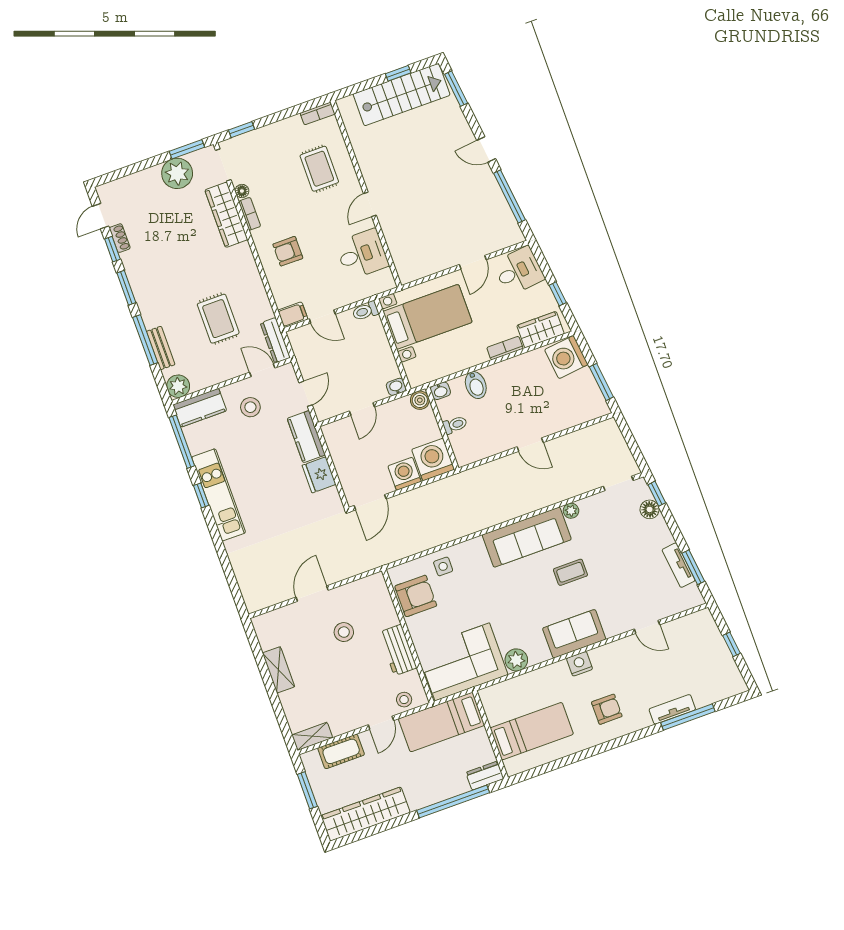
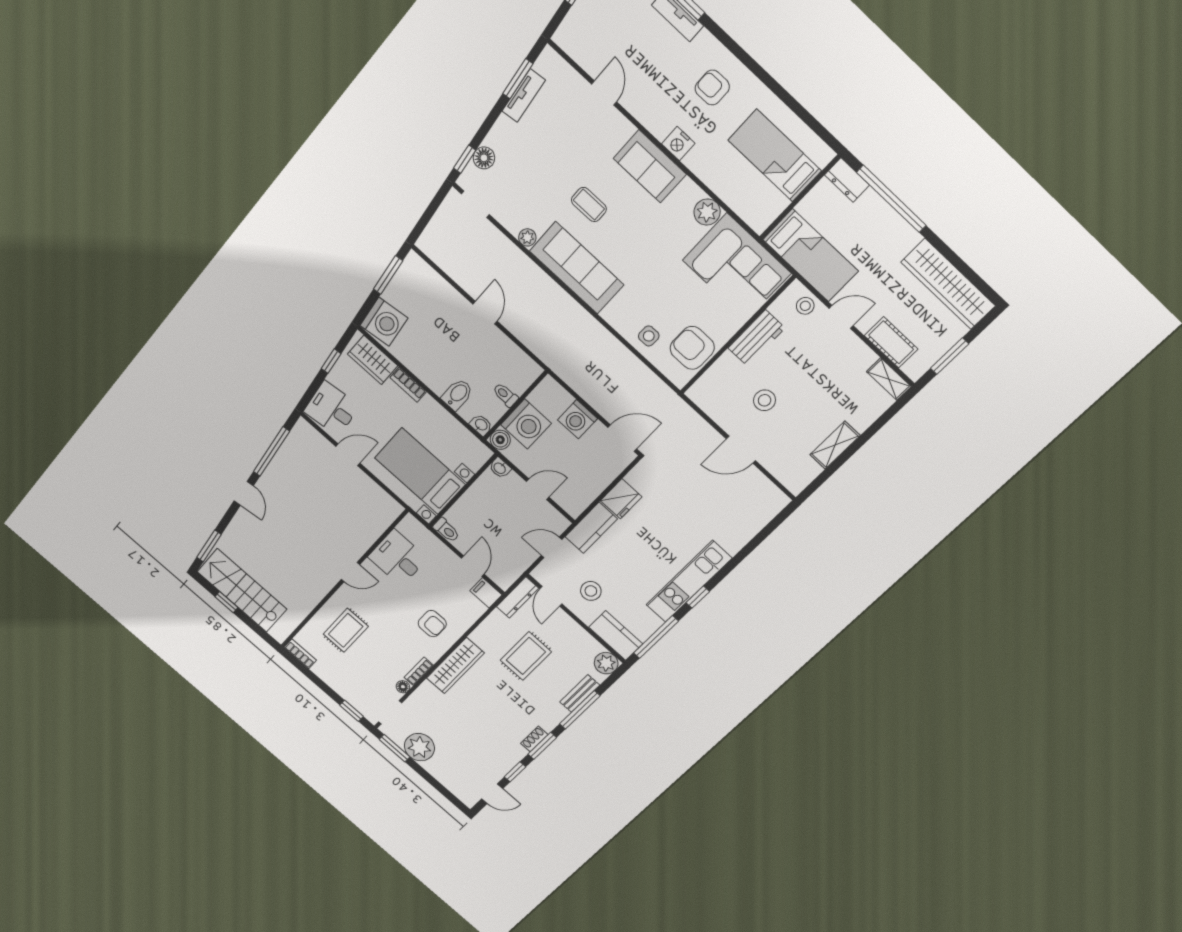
wardrobe: (226, 215) -> (455, 666), moved
shoe rack: (120, 238) -> (534, 739), moved
washing machine: (433, 459) -> (526, 424), moved, turned -90

